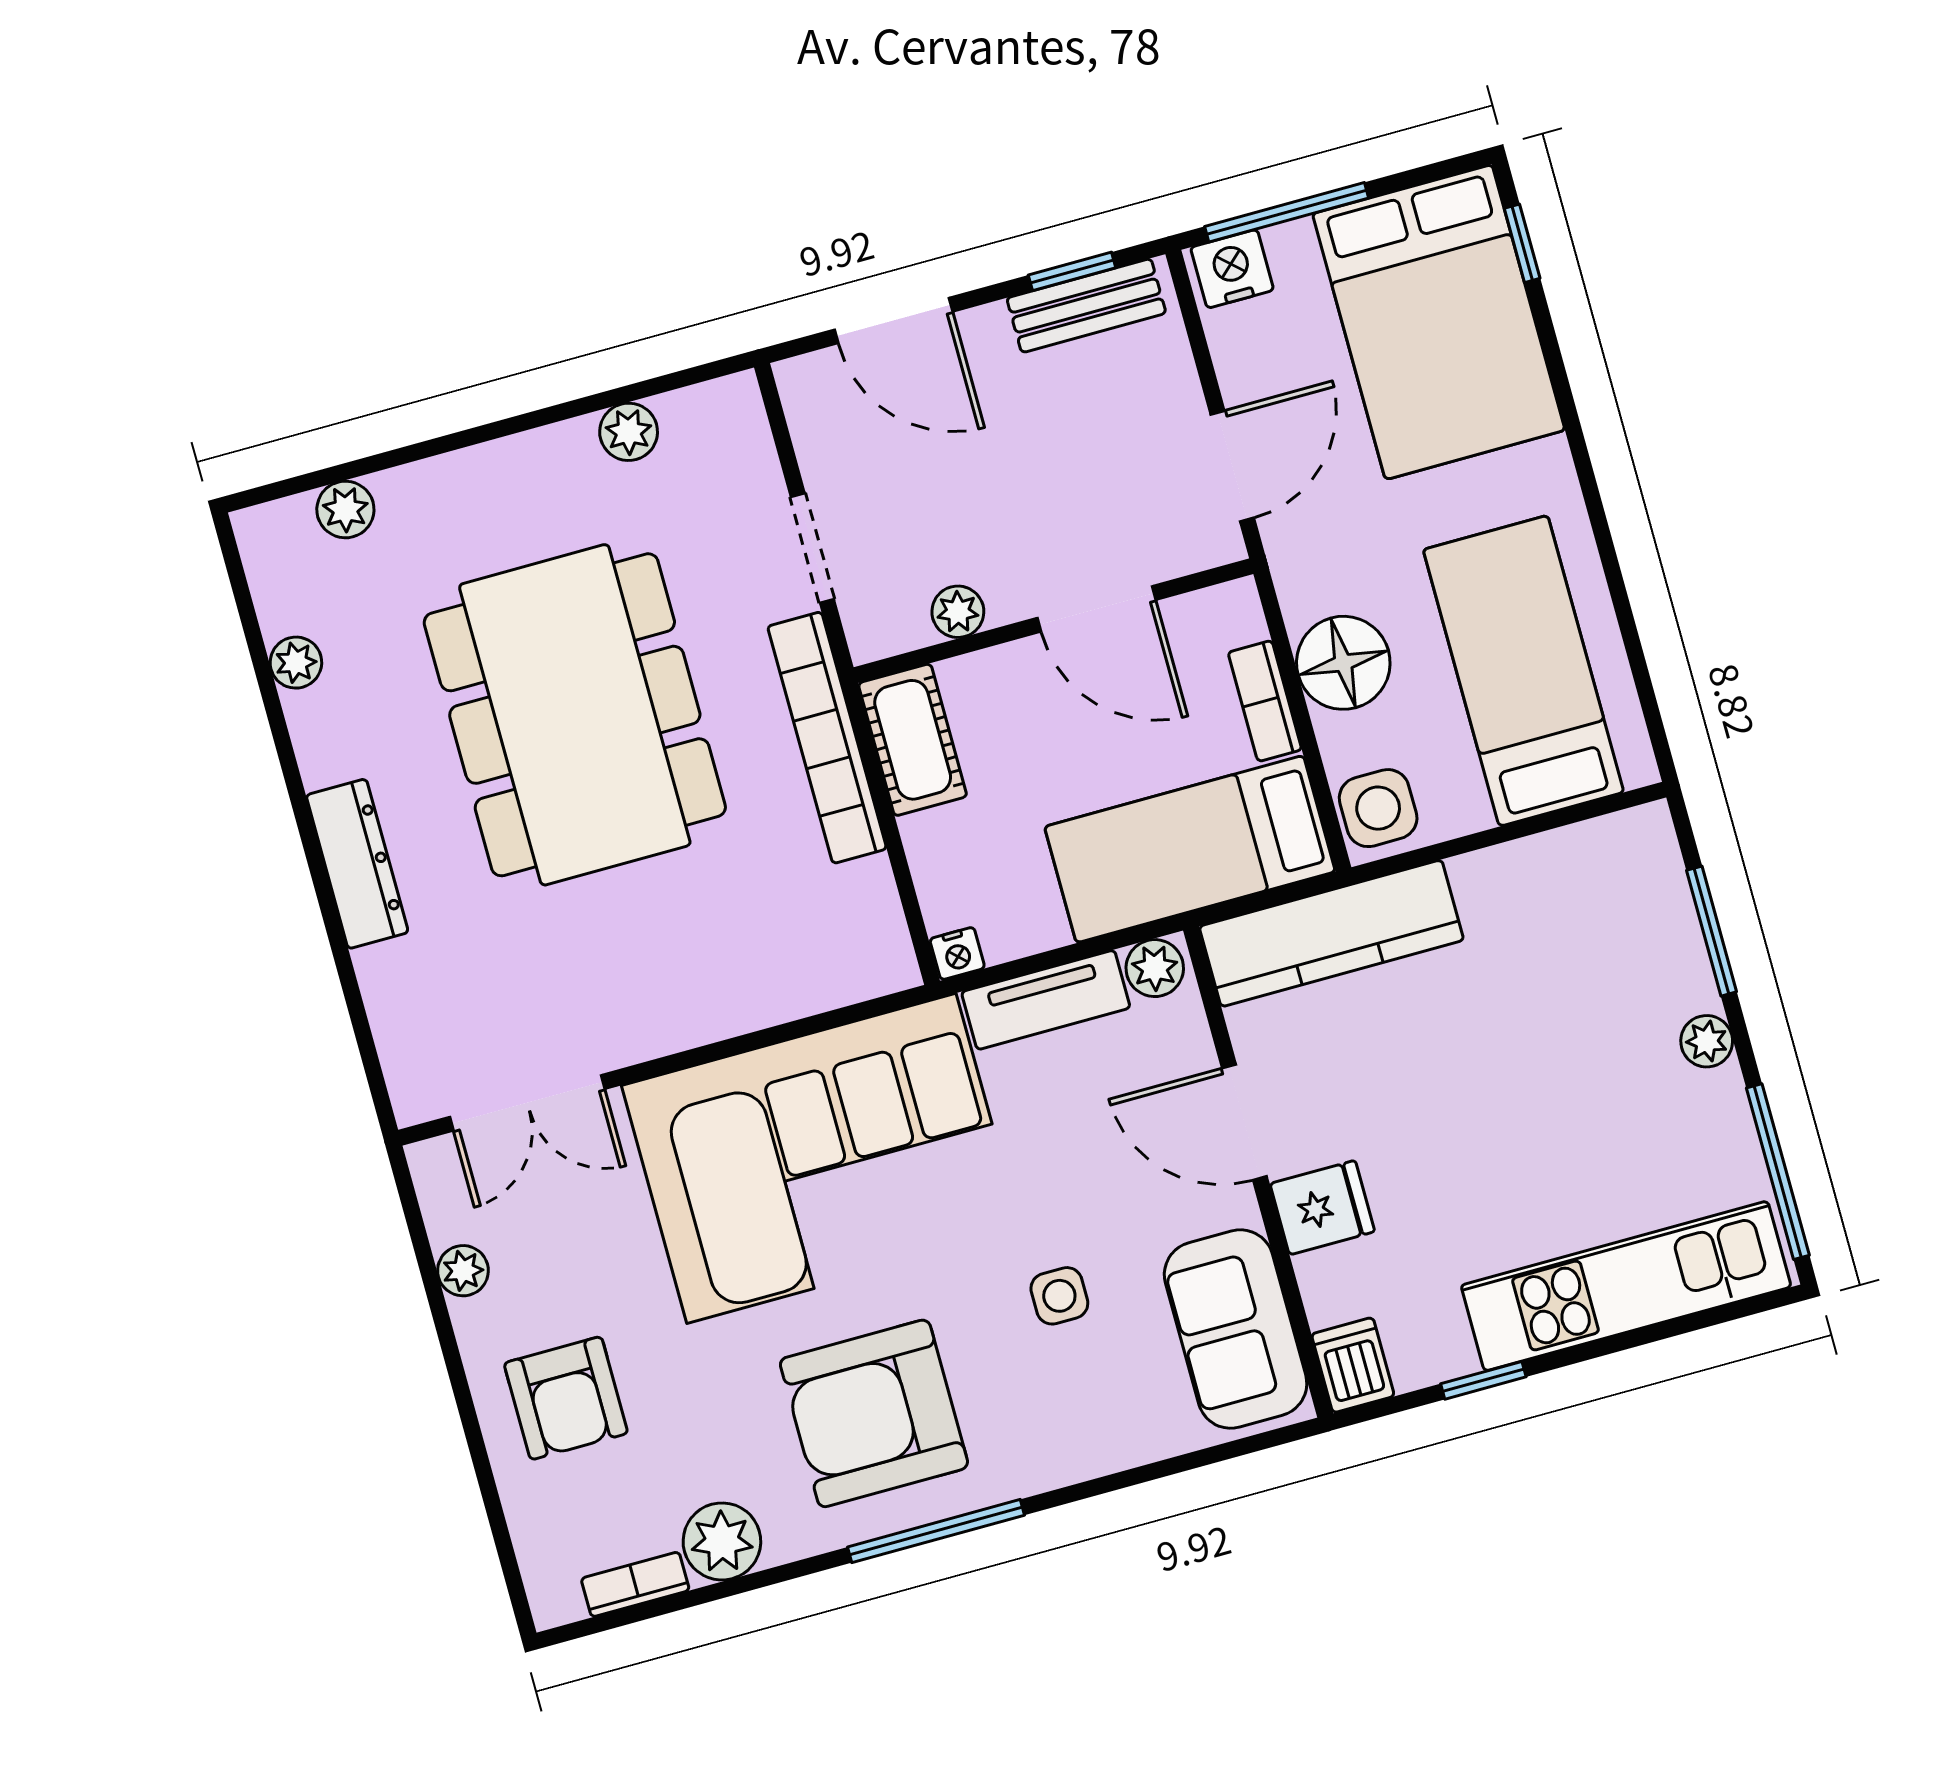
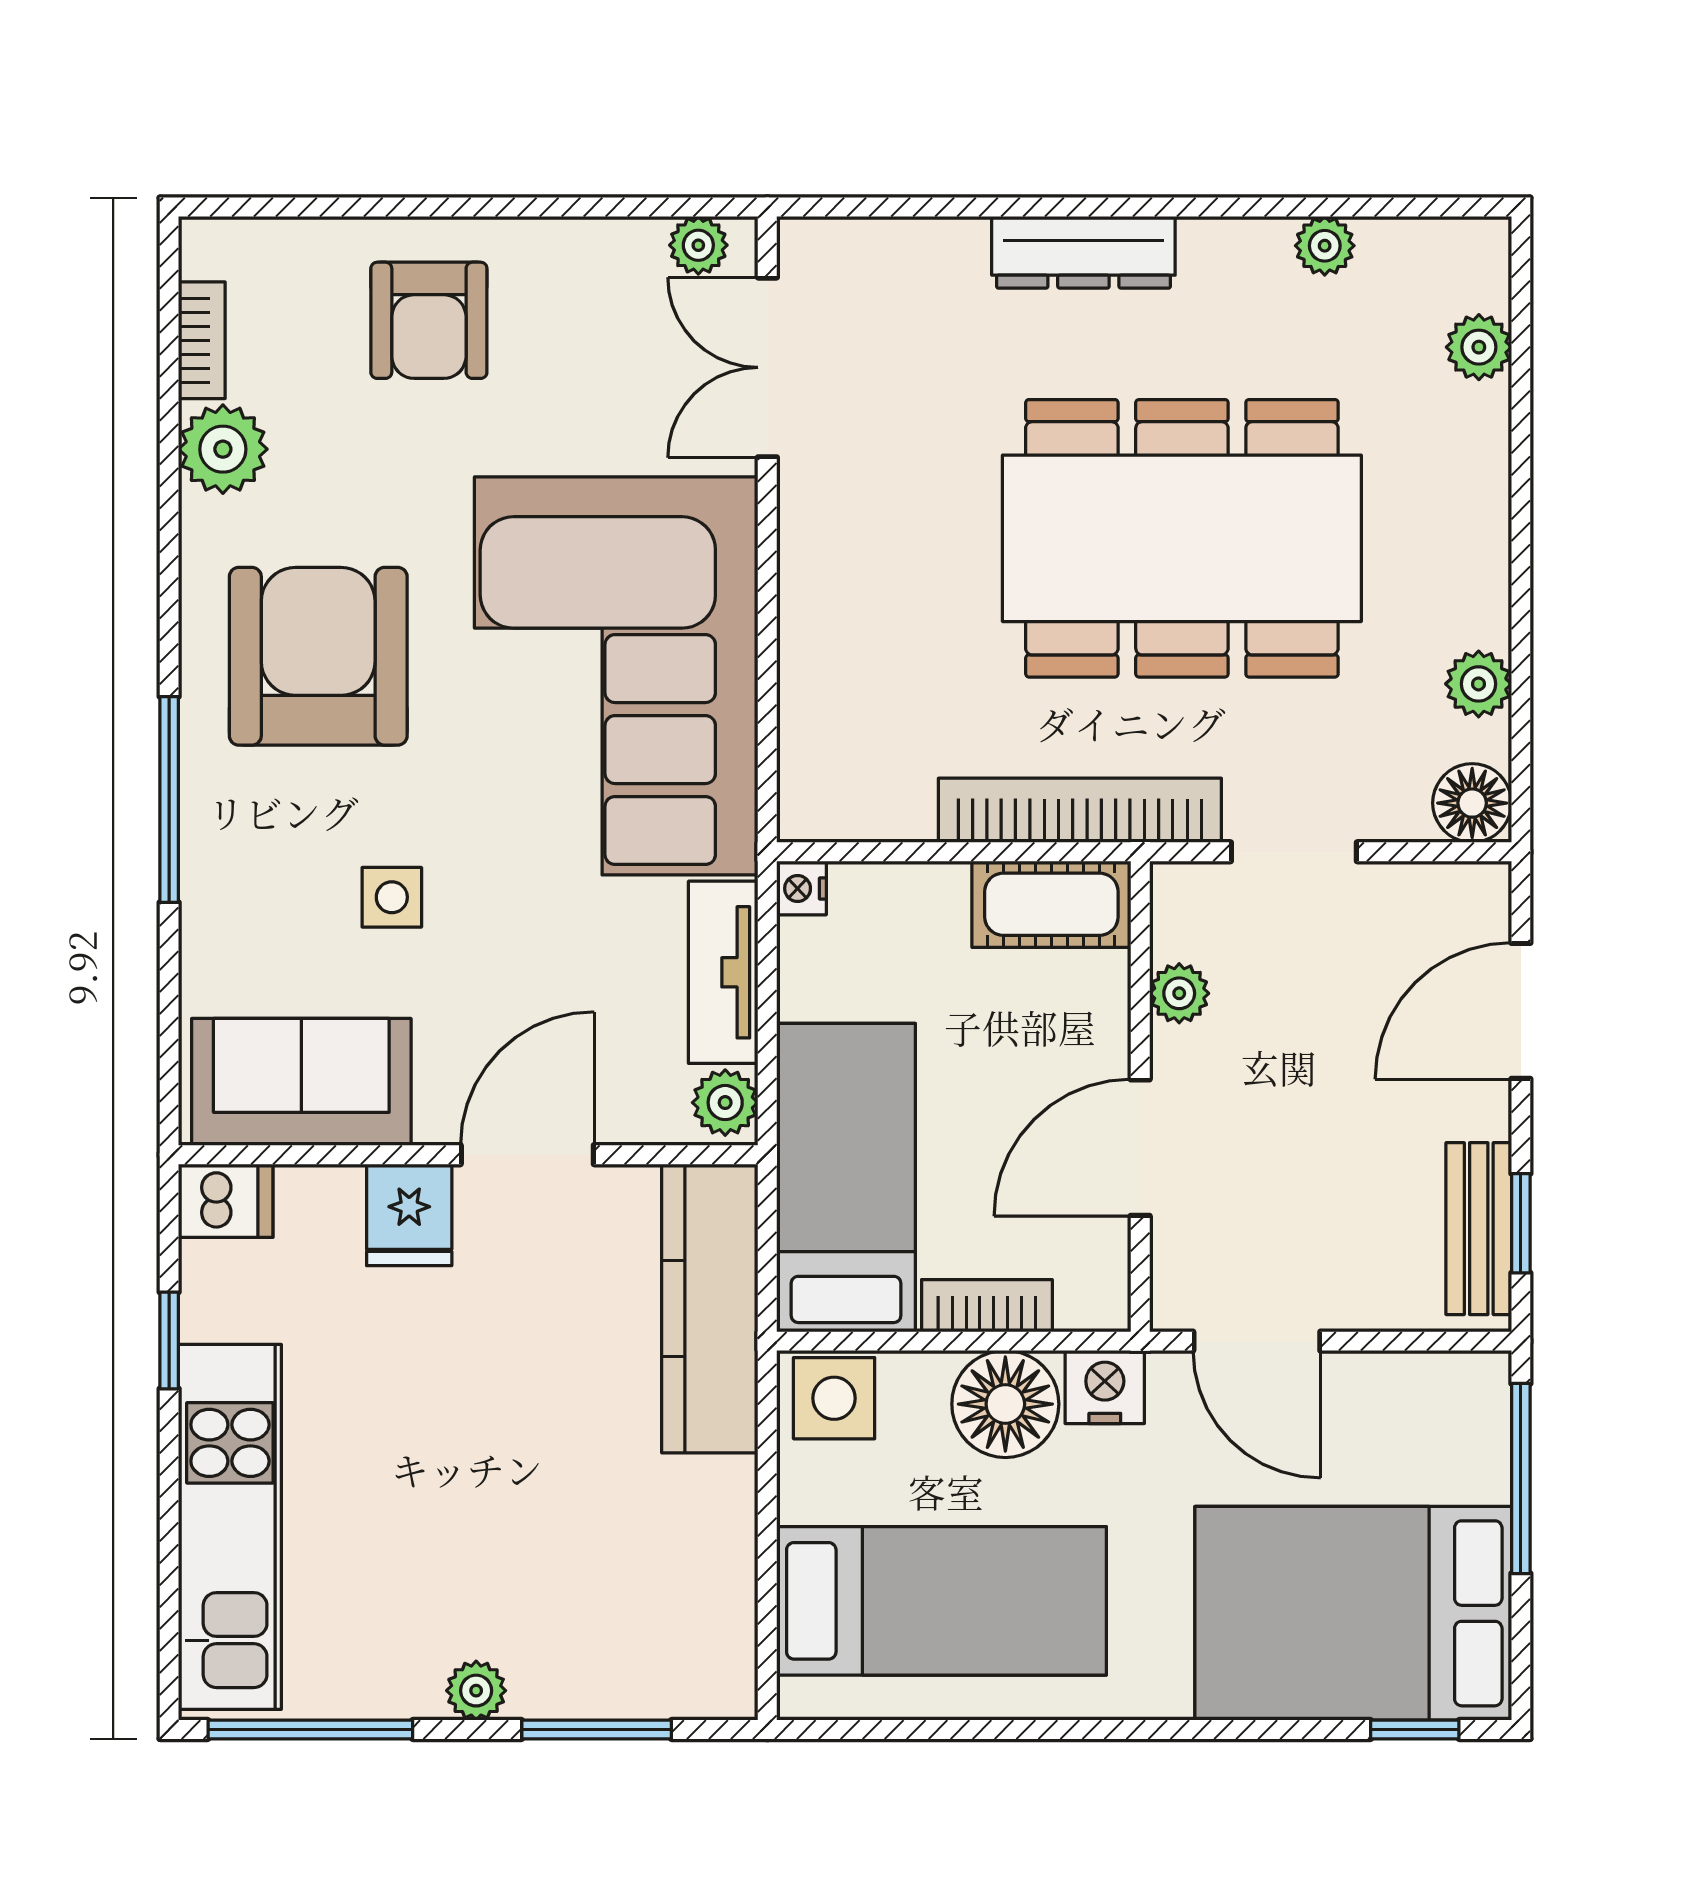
nightstand: (1232, 269) -> (1105, 1387), moved, turned -90
floor lamp: (730, 410) -> (1472, 803), added
plant: (463, 1271) -> (698, 245), moved
armchair: (566, 1398) -> (429, 320), turned -90
window: (936, 1531) -> (169, 800), moved

